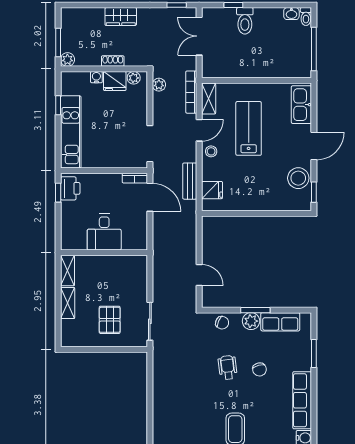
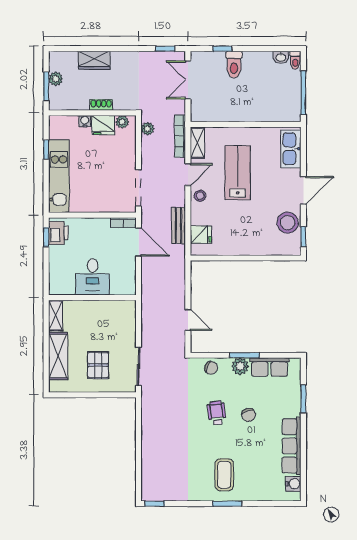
wardrobe: (121, 17) -> (94, 60), moved
plant: (67, 60) -> (56, 79), moved
shelving: (68, 303) -> (58, 356), width x1.50, depth x1.33

